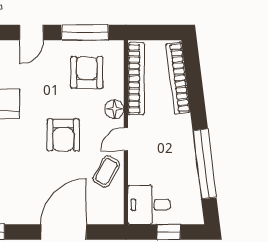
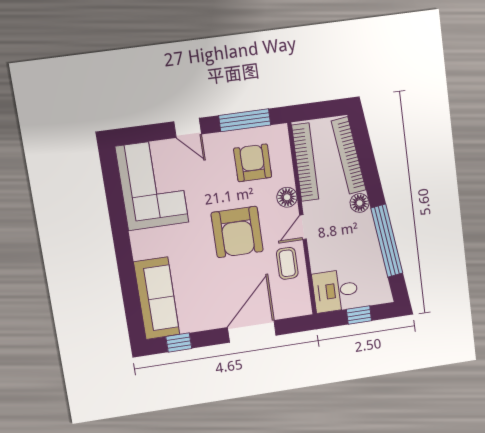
door: (32, 32) -> (188, 128), hinge flipped
floor lamp: (183, 124) -> (360, 203), added
armchair: (63, 135) -> (237, 232), width x1.36, depth x1.36
coffee table: (106, 172) -> (287, 263), turned -30

